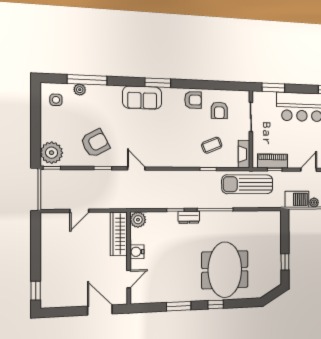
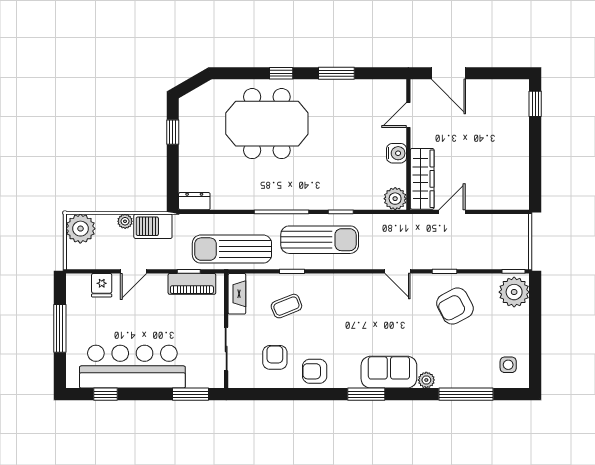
plant: (80, 90) -> (426, 380), moved
sun lounger: (247, 184) -> (232, 249), turned 180
sun lounger: (190, 191) -> (320, 240), added
door: (79, 211) -> (452, 212), moved
dresser: (189, 217) -> (194, 201), moved
meeting table: (225, 270) -> (267, 124), turned 90

